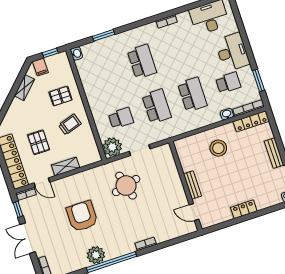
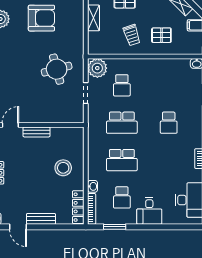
desk: (232, 52) -> (149, 211), width x0.73
school desk: (142, 62) -> (169, 123), width x0.54
pallet: (61, 96) -> (161, 35), turned 90

